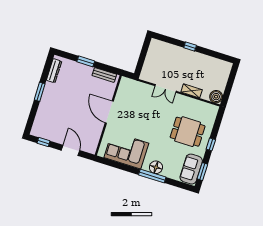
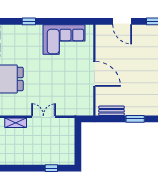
window: (190, 47) -> (51, 168), moved
floor lamp: (156, 167) -> (28, 32), removed
window: (152, 176) -> (29, 21), width x0.46

